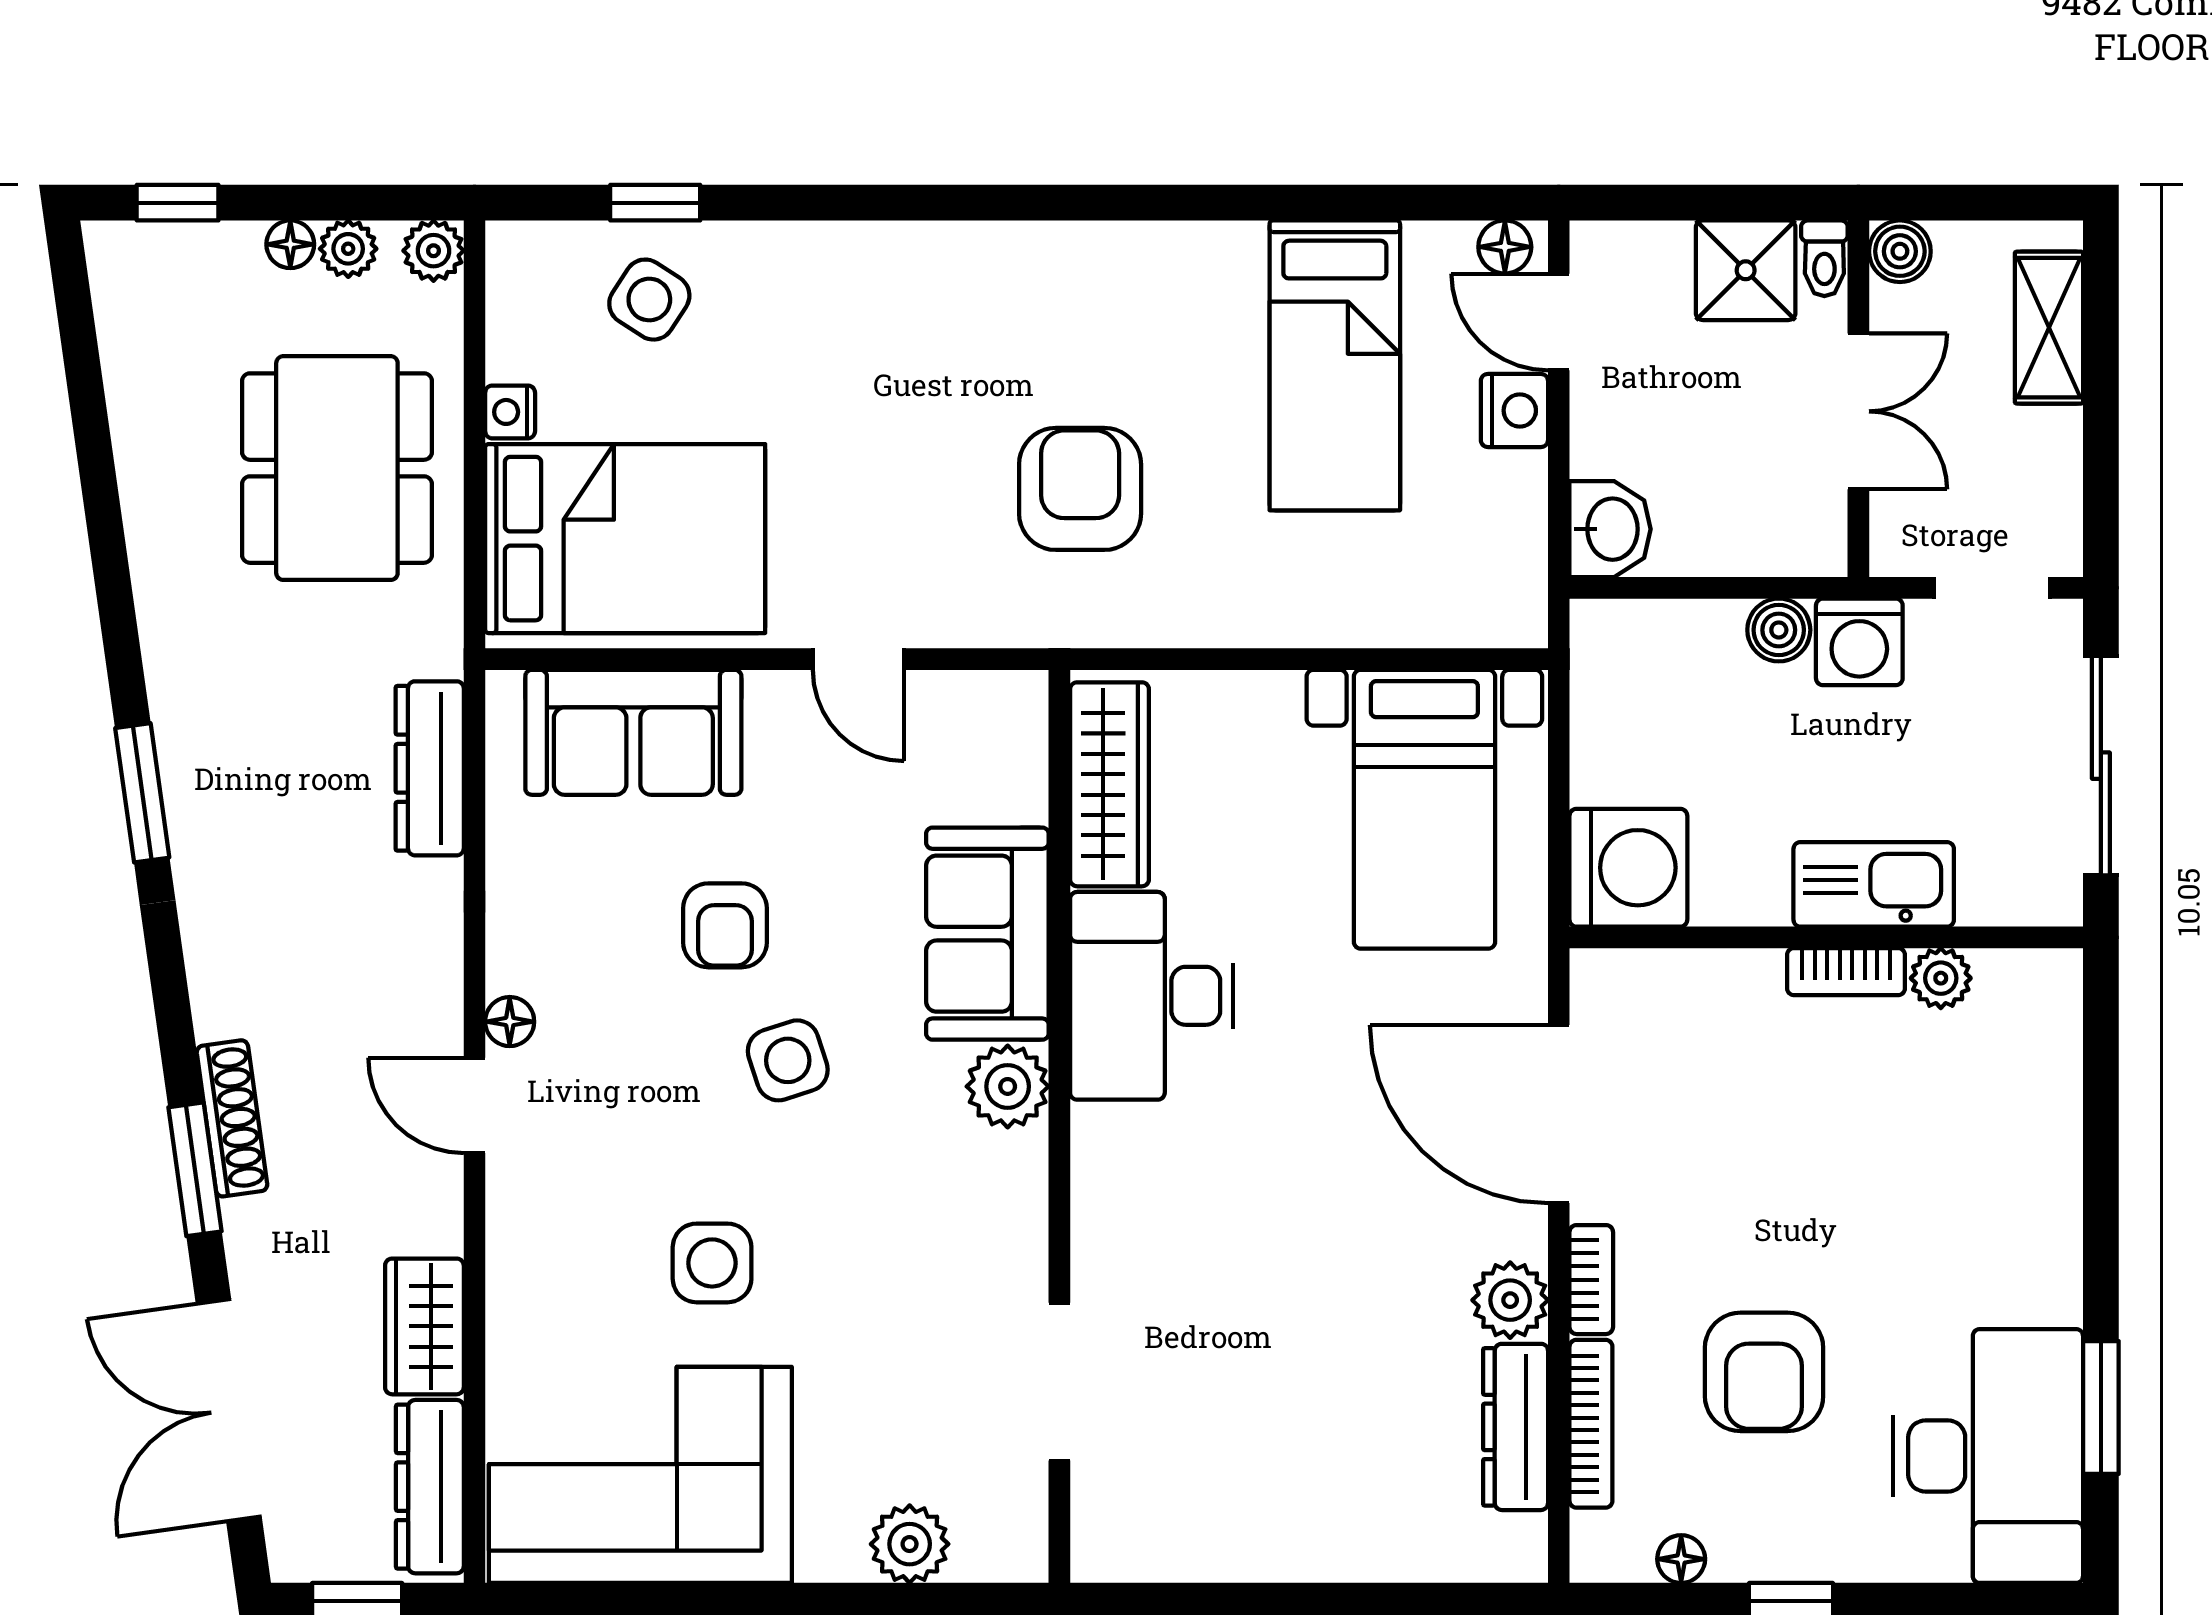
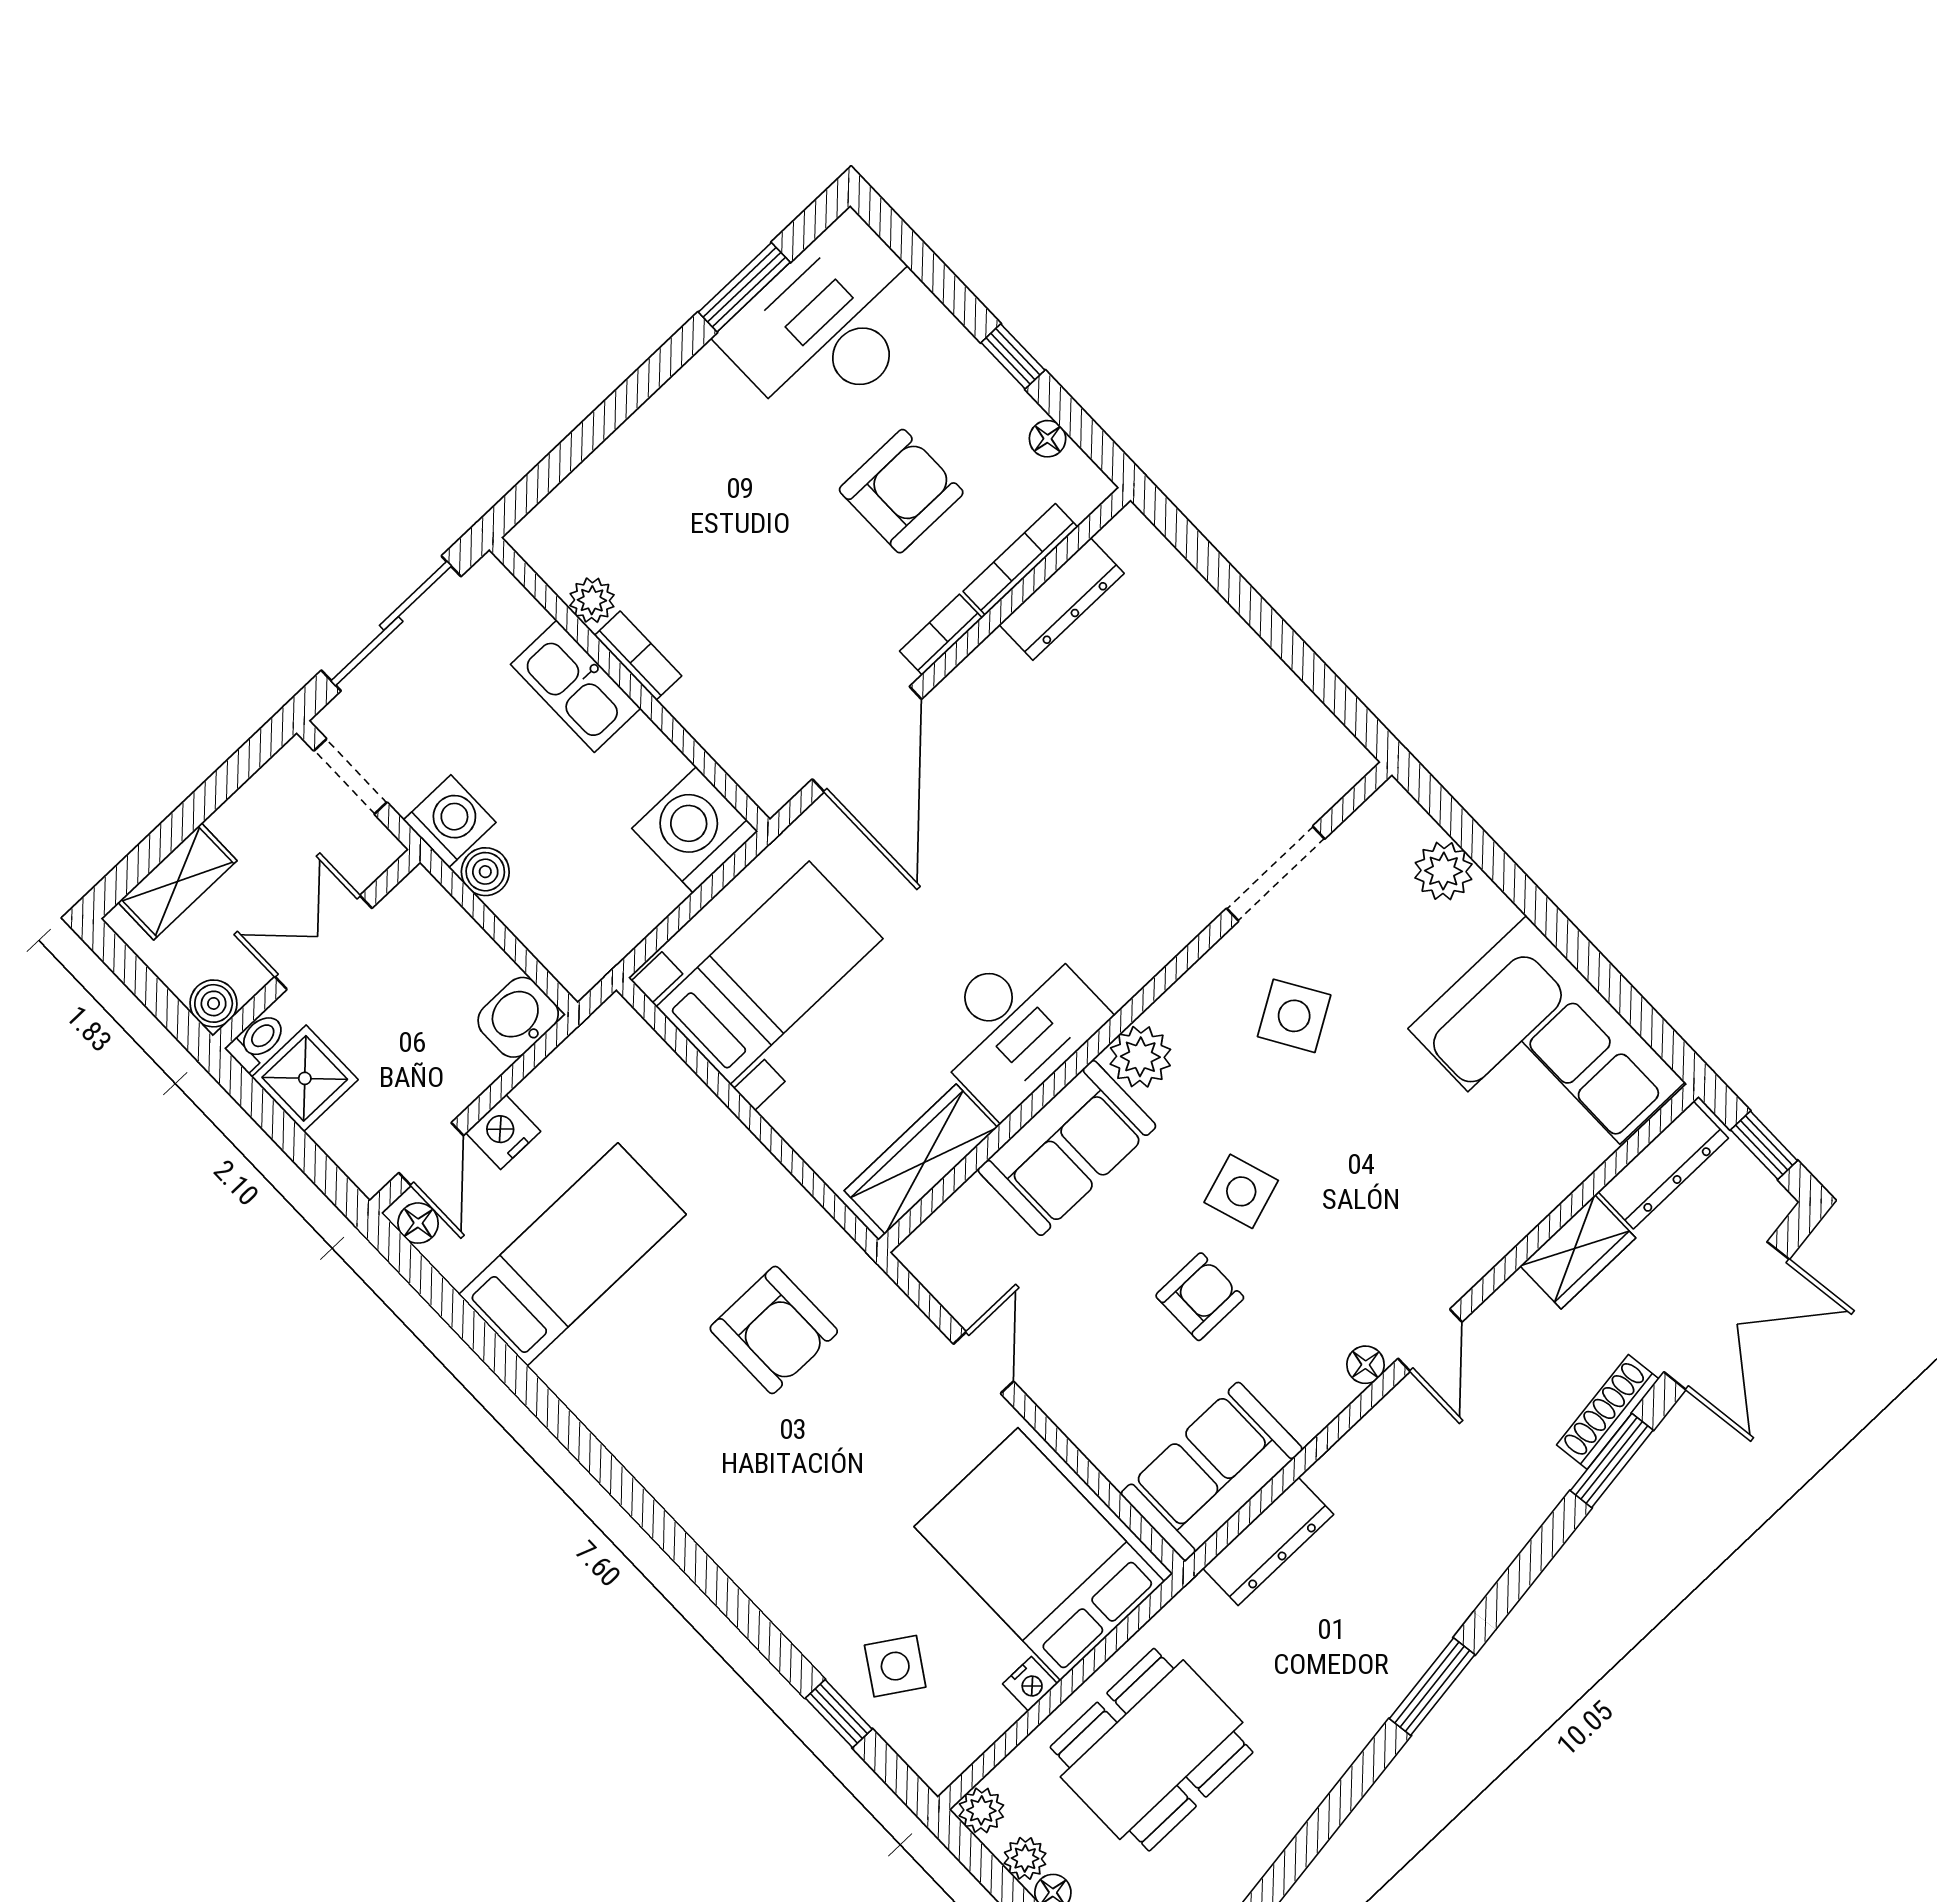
armchair: (1080, 489) -> (774, 1330), turned -90
sofa: (633, 732) -> (1212, 1471), moved, turned -90
shoe rack: (232, 1118) -> (1608, 1412), moved
side table: (712, 1263) -> (1294, 1016), moved, turned -31
plant: (1510, 1300) -> (995, 668), removed

